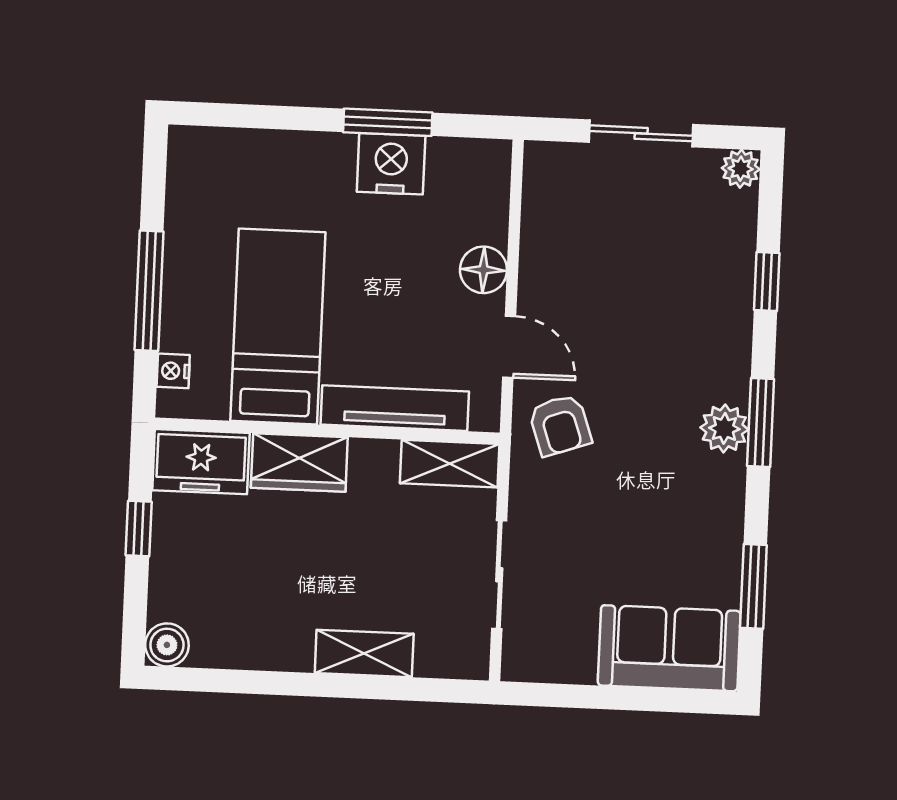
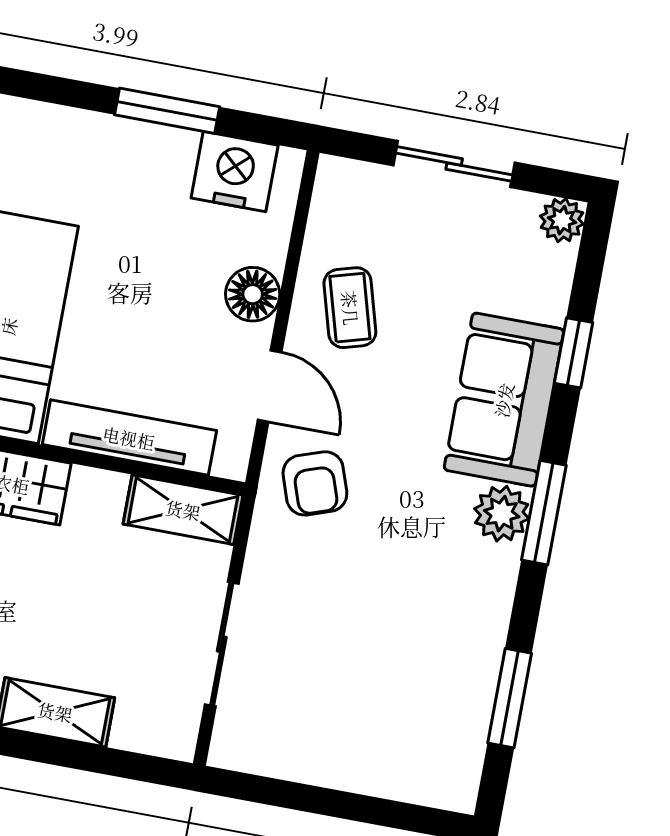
nightstand: (391, 164) -> (235, 172), moved
coffee table: (569, 270) -> (350, 308), added
sofa: (669, 648) -> (504, 400), moved, turned -90

